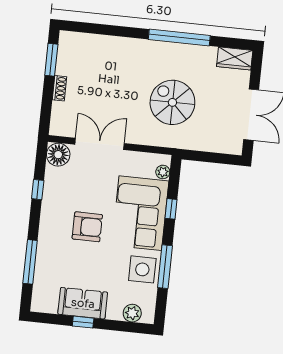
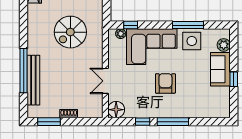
window: (179, 37) -> (24, 71), moved
bench: (111, 44) -> (33, 80), added
double door: (100, 144) -> (105, 81), width x0.73
window: (171, 209) -> (131, 25), moved
window: (30, 262) -> (173, 122), moved
sofa: (83, 303) -> (220, 69), moved

